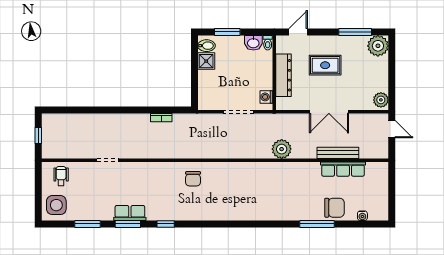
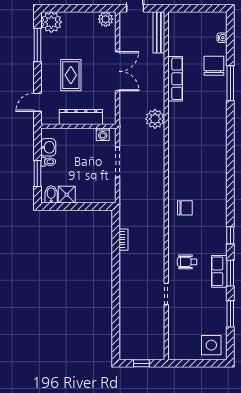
door: (298, 32) -> (37, 102), hinge flipped
toilet: (268, 43) -> (48, 162), moved
bench: (338, 153) -> (159, 32), moved
row of seats: (343, 169) -> (175, 79), moved
wheelchair: (61, 176) -> (187, 262), moved

